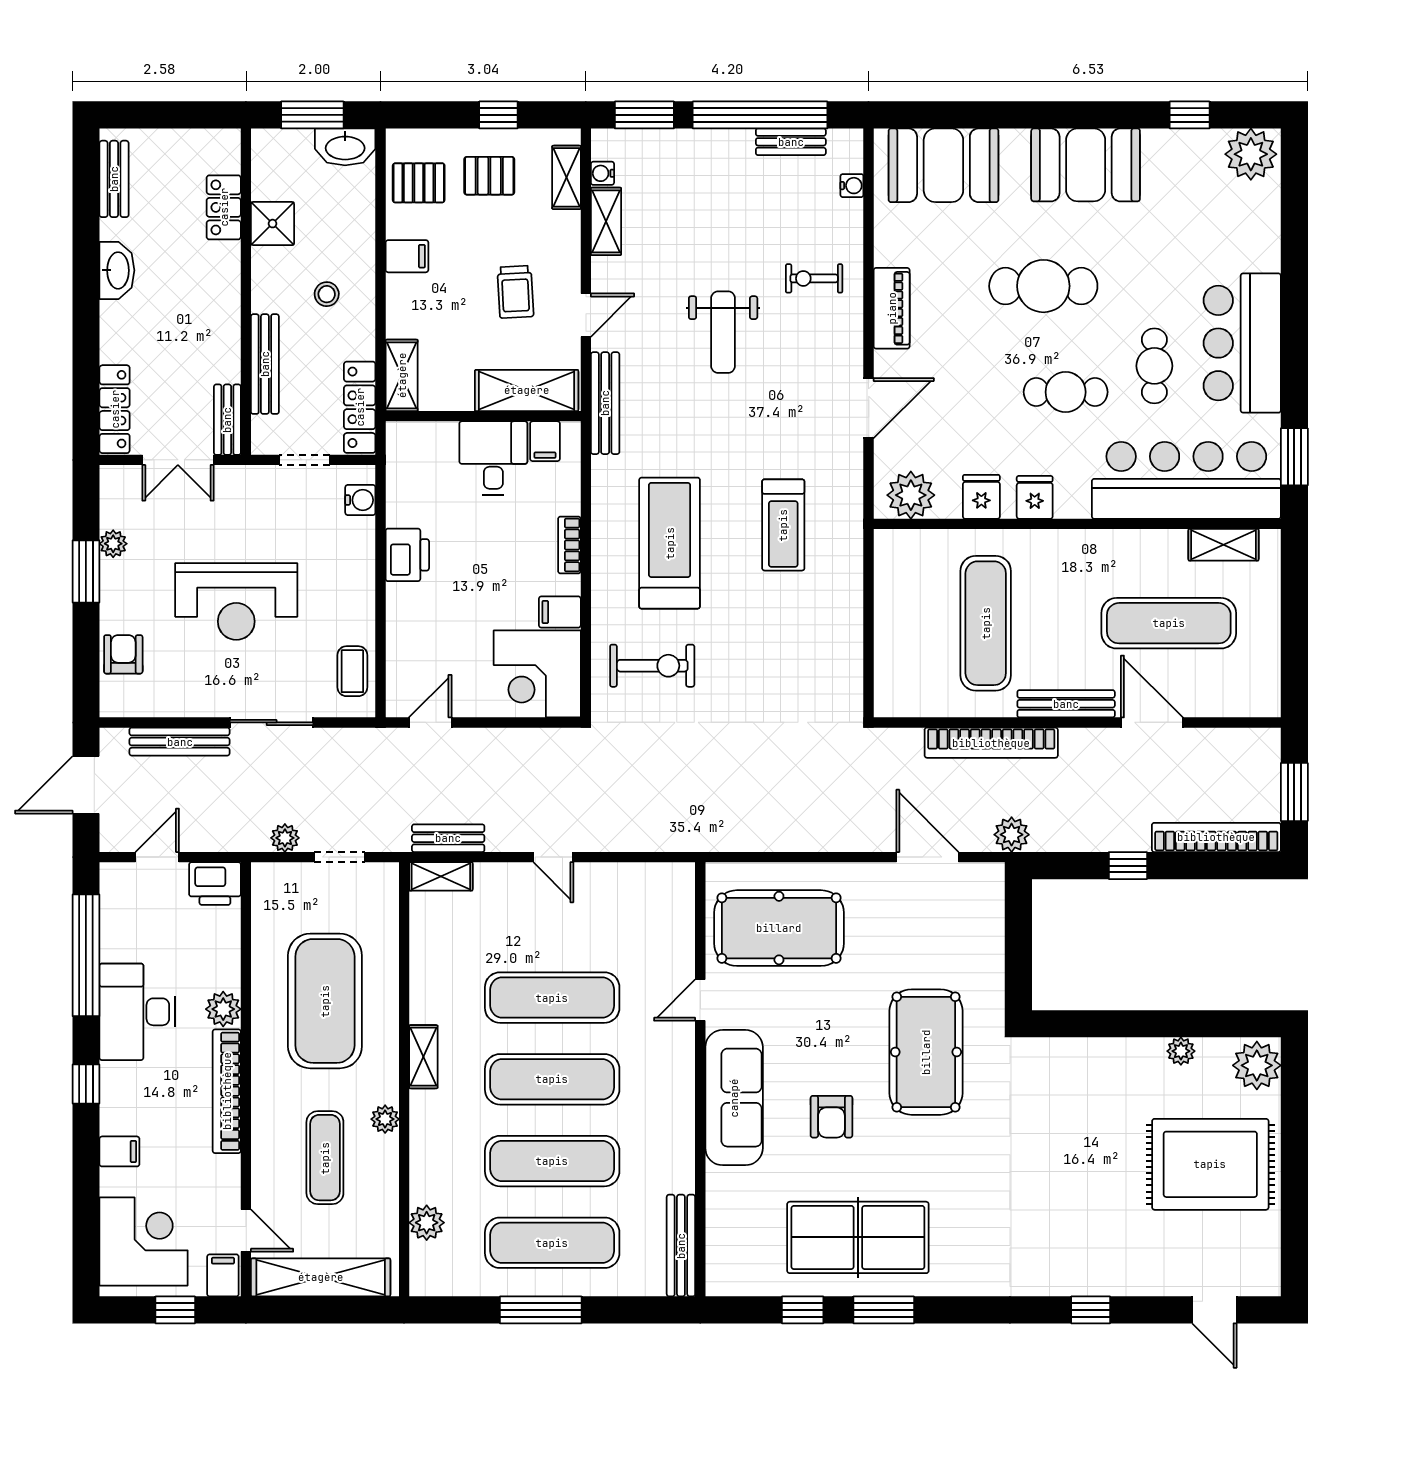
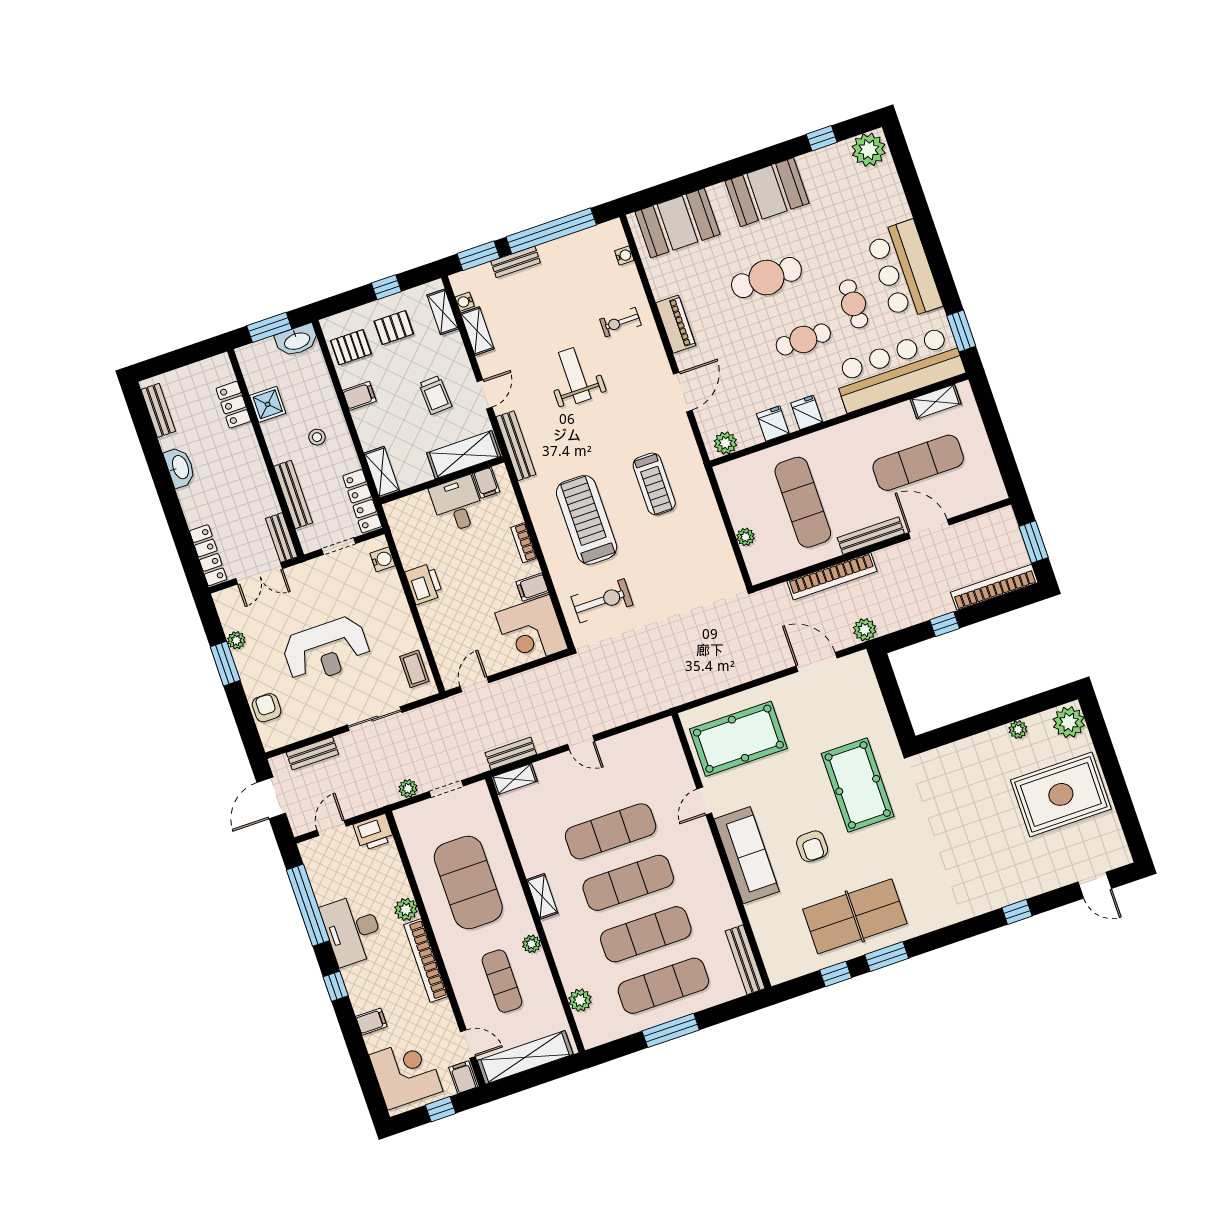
bench: (791, 142) -> (516, 262), moved
weight bench: (723, 332) -> (575, 376), turned 180
plant: (911, 495) -> (725, 443), width x0.73, depth x0.73
plant: (887, 645) -> (746, 537), added
bench: (180, 742) -> (312, 753), width x0.73

